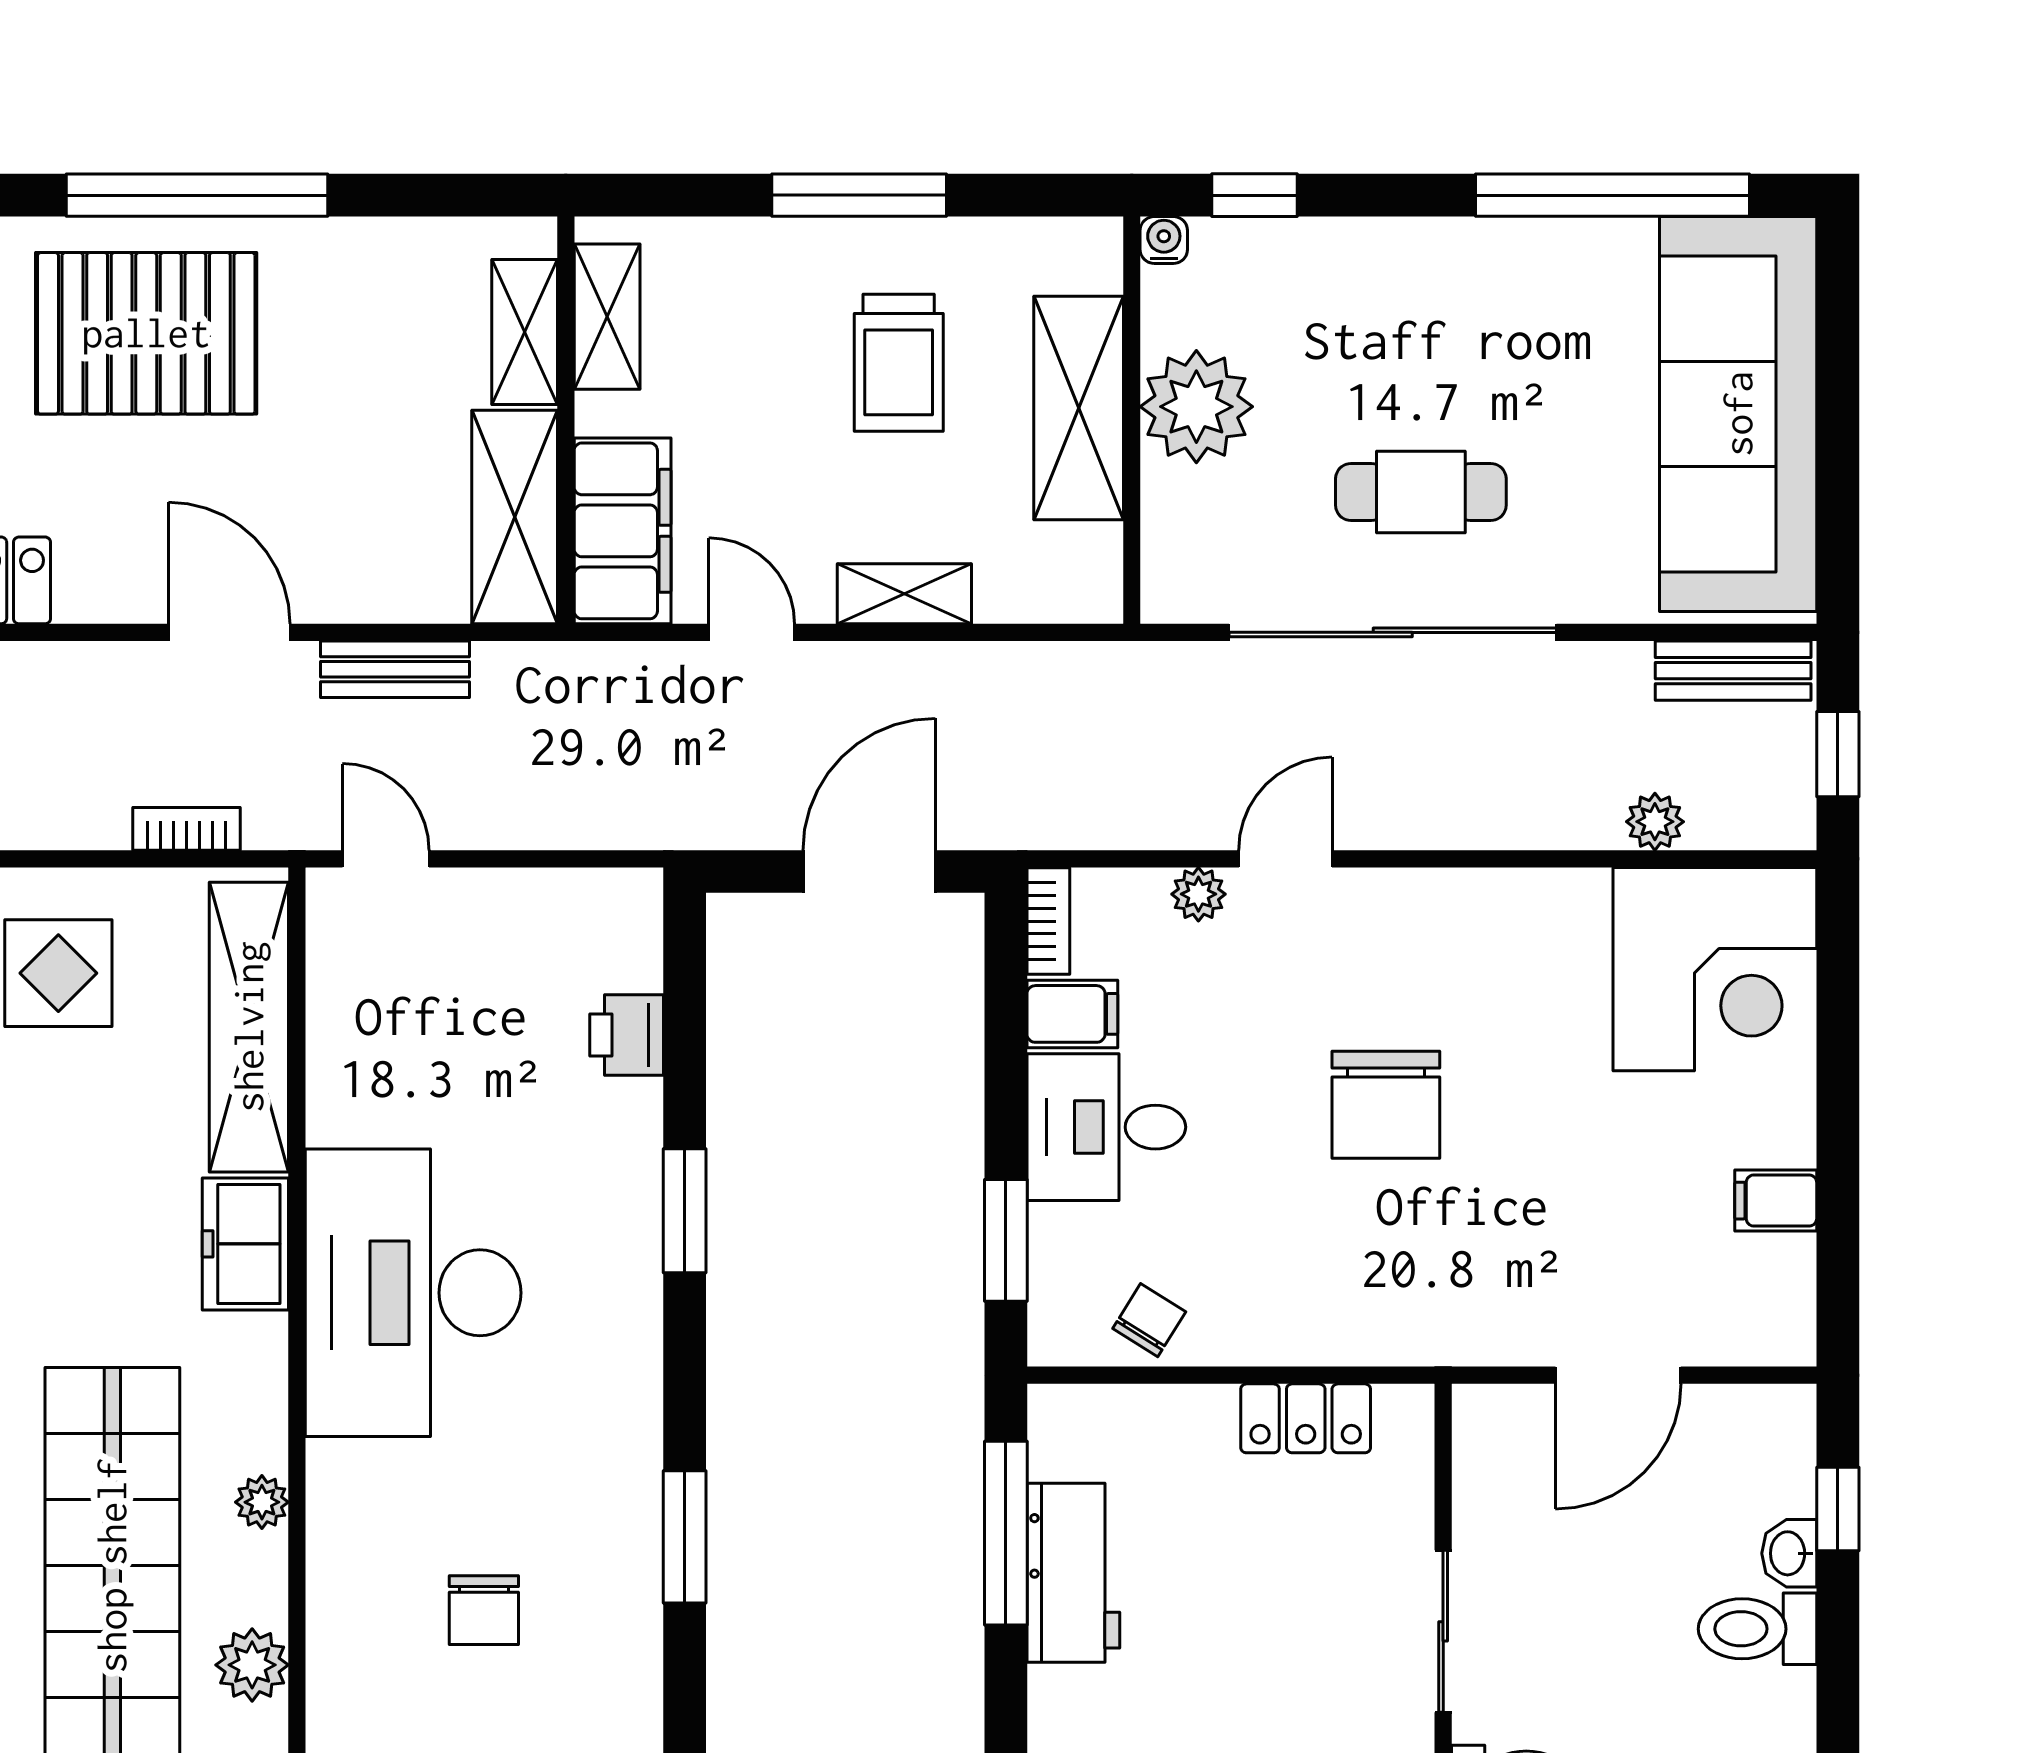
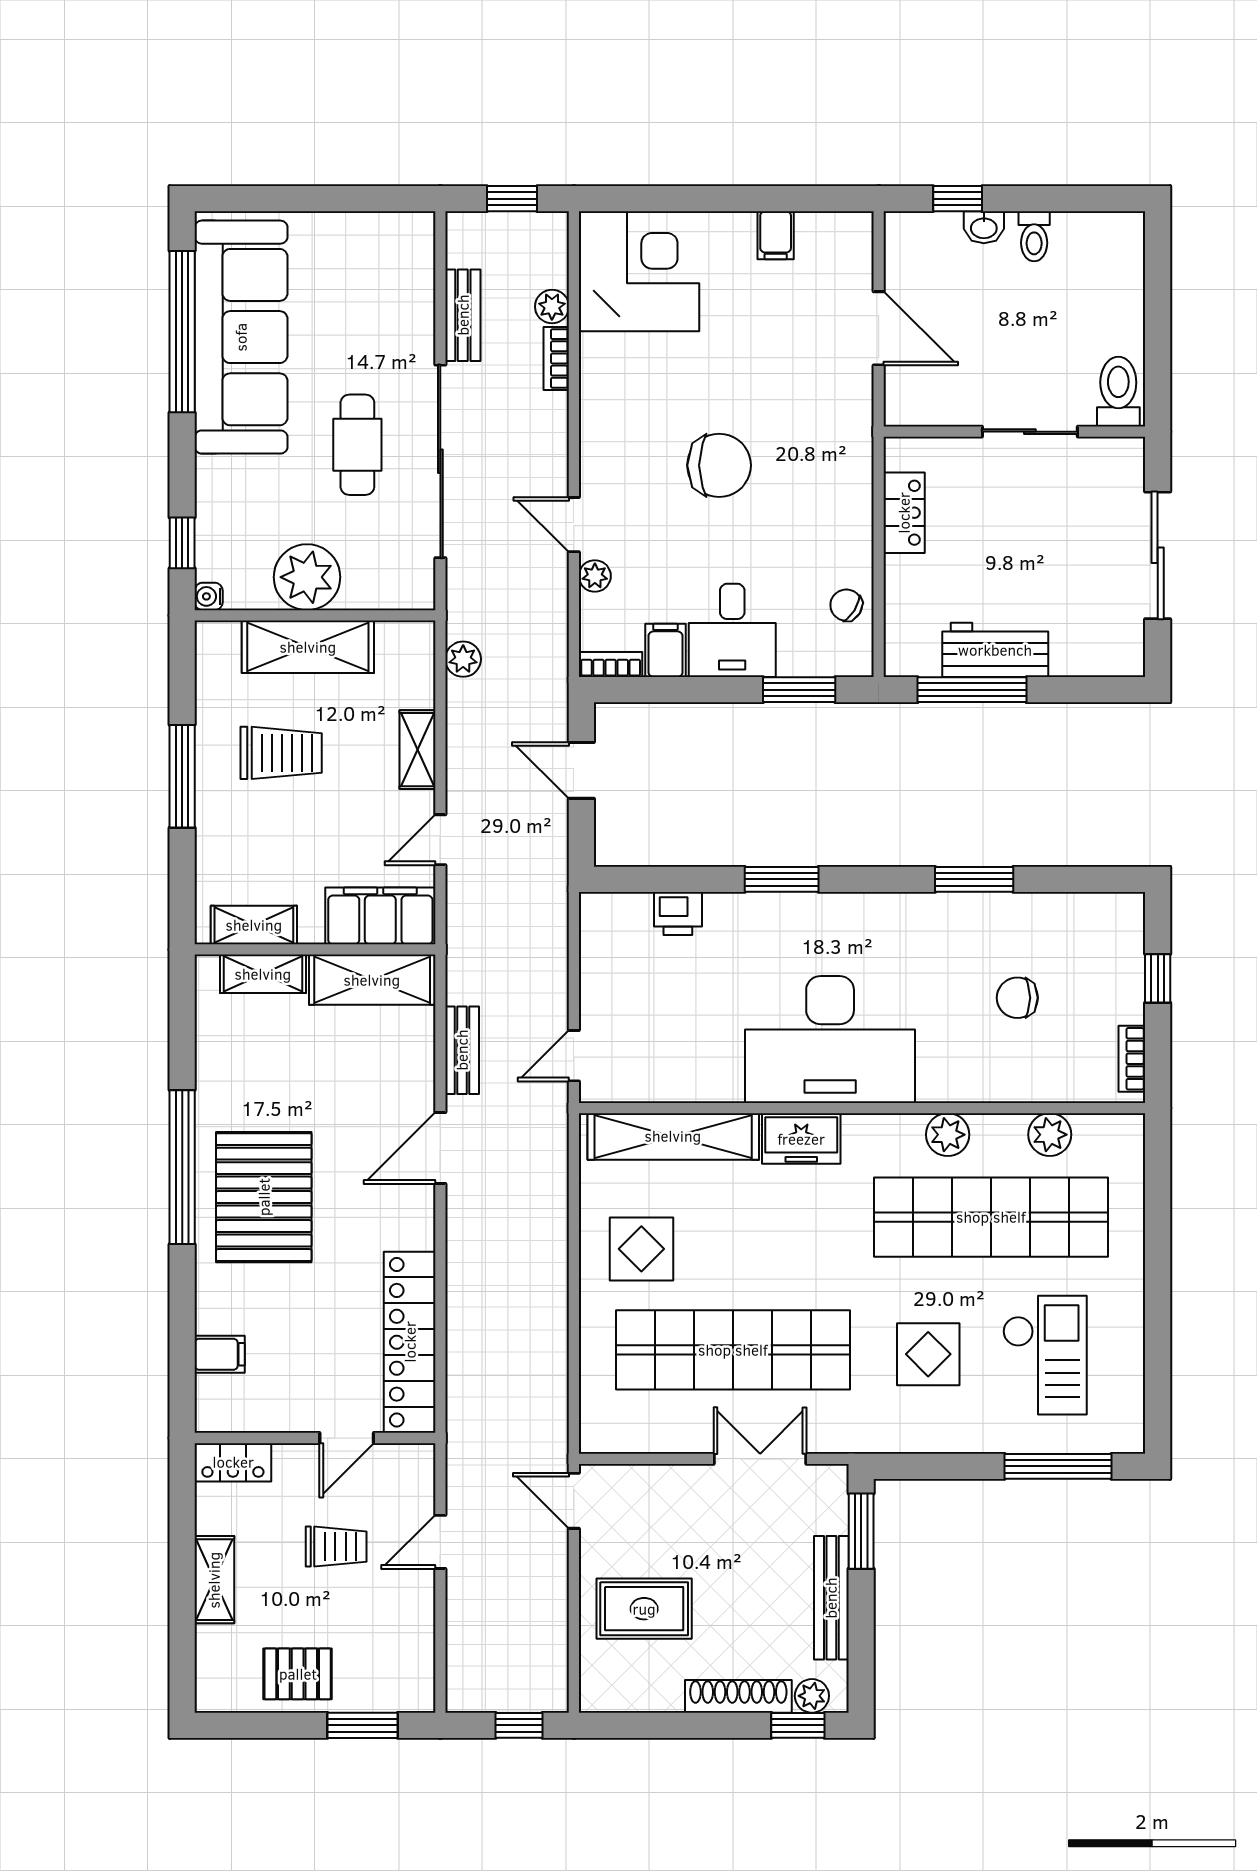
sofa: (1738, 414) -> (241, 337), moved, turned -90
plant: (1058, 671) -> (463, 659), added
bench: (1733, 671) -> (463, 315), moved
bookcase: (187, 829) -> (556, 358), moved
door: (869, 872) -> (581, 770), width x0.73
plant: (262, 1502) -> (948, 1135), width x1.38, depth x1.38
chair: (484, 1610) -> (1017, 998), turned 180
toilet: (1757, 1629) -> (1034, 236), width x0.73, depth x0.72

